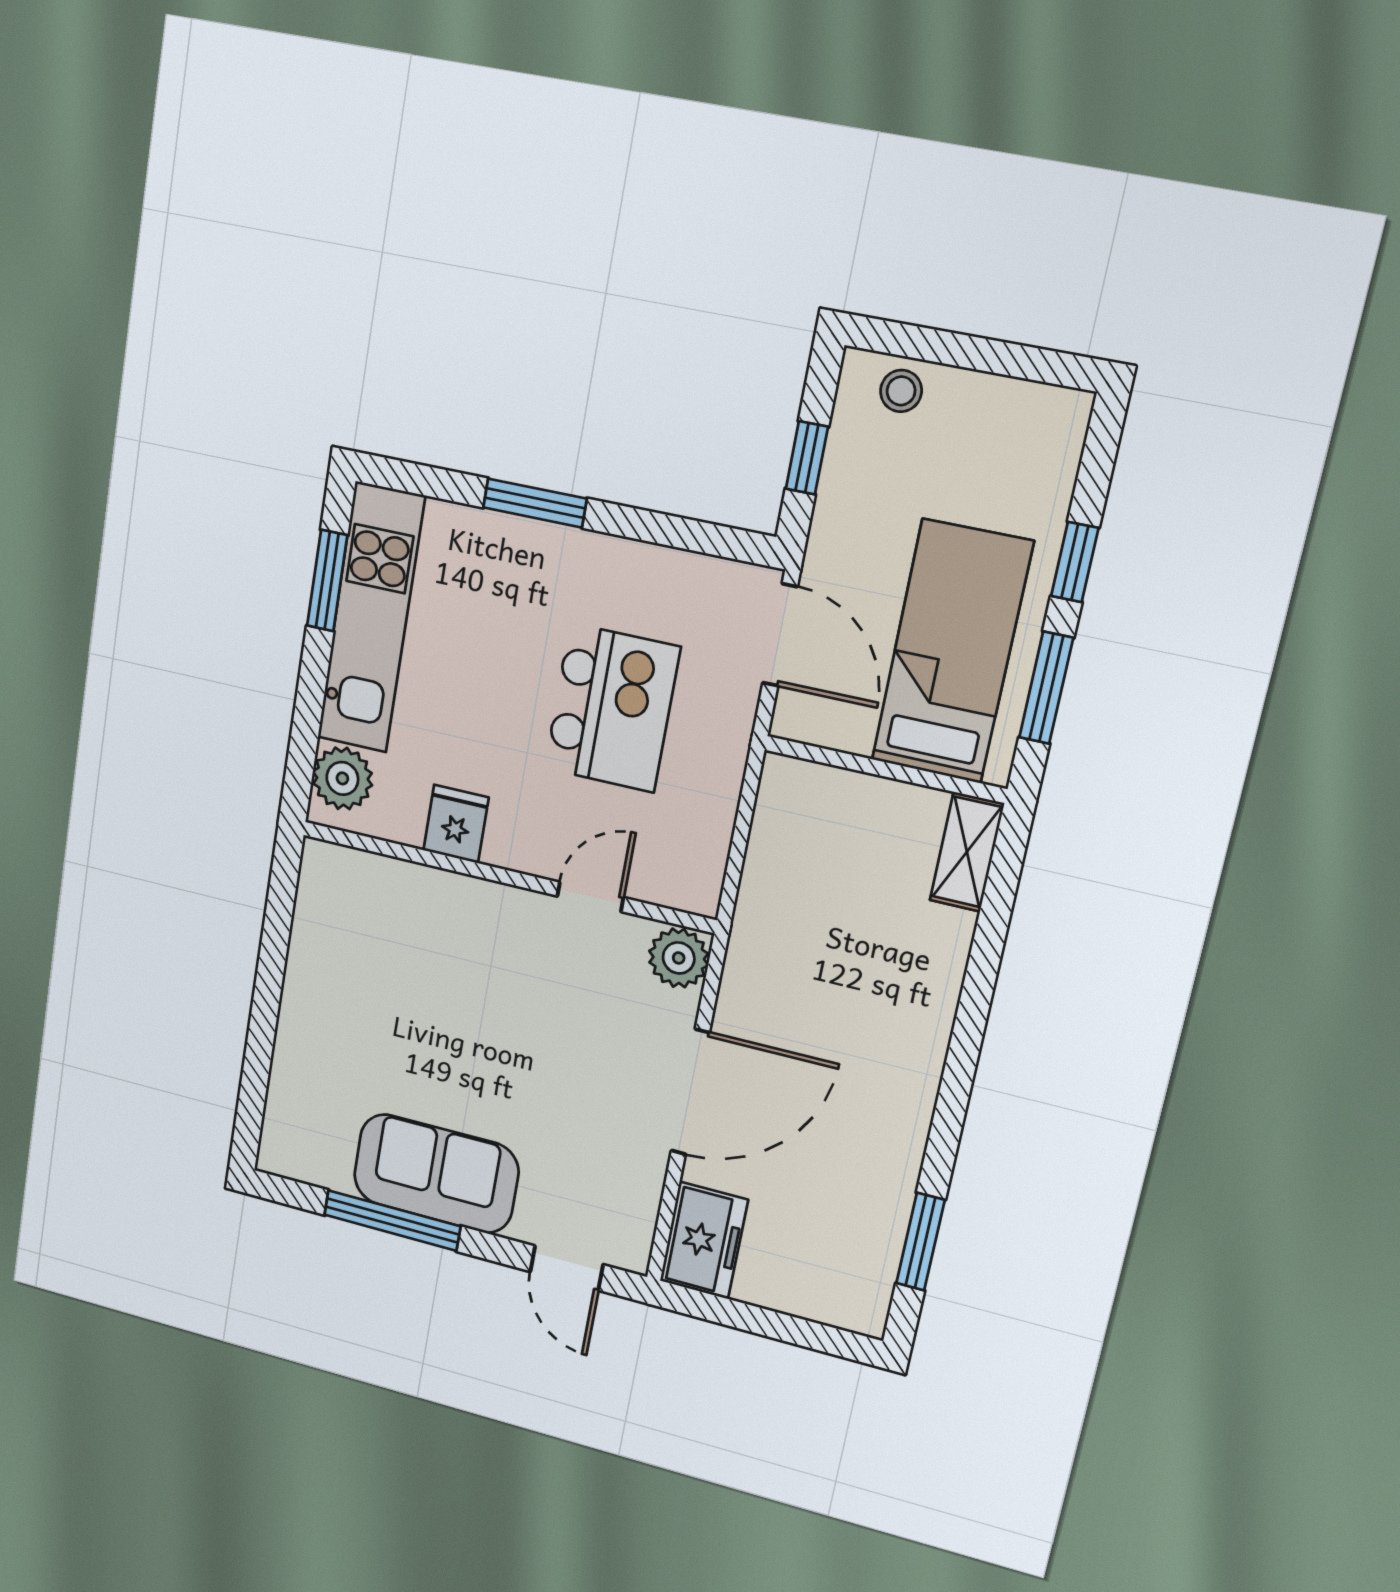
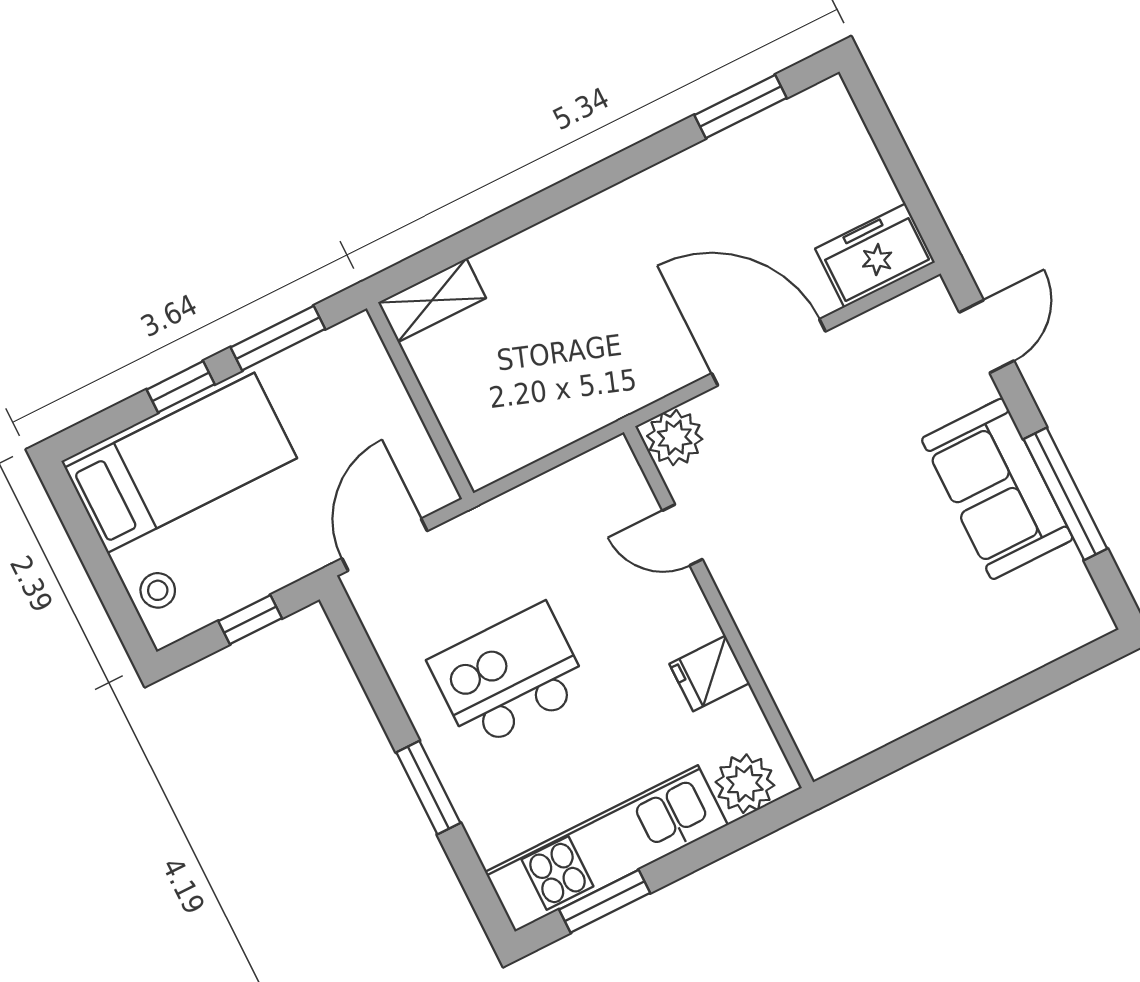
bed: (952, 652) -> (181, 463), moved, turned 180
kitchen island: (612, 708) -> (509, 676), moved

